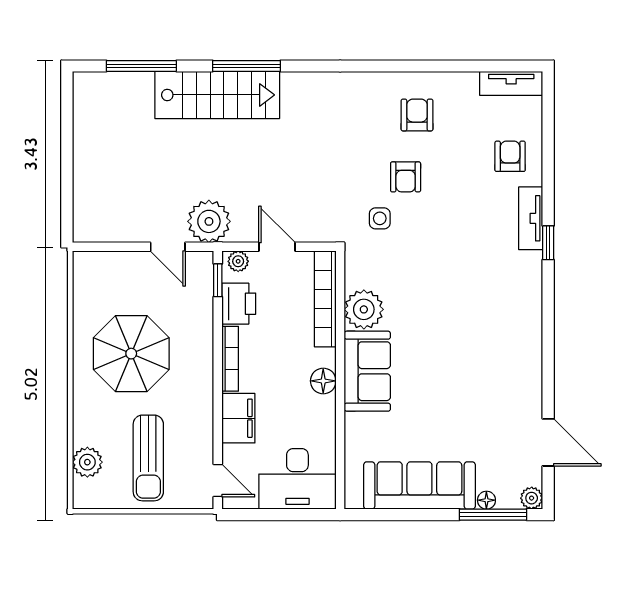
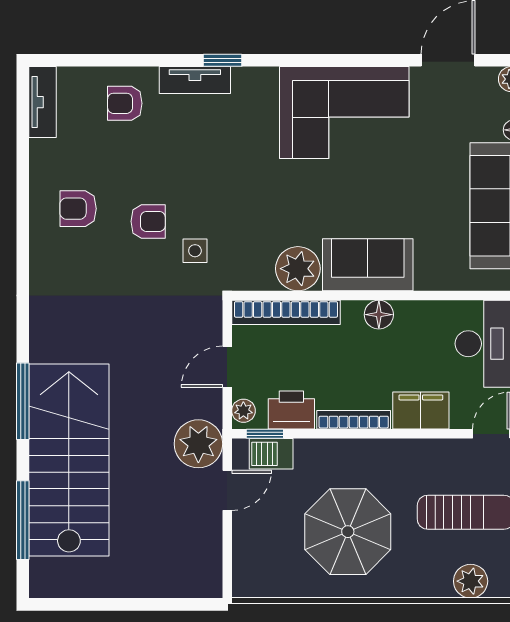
stairs: (217, 95) -> (69, 460), width x1.36, depth x1.51
barbecue: (200, 286) -> (271, 454), added
corner sofa: (502, 350) -> (344, 113), added

